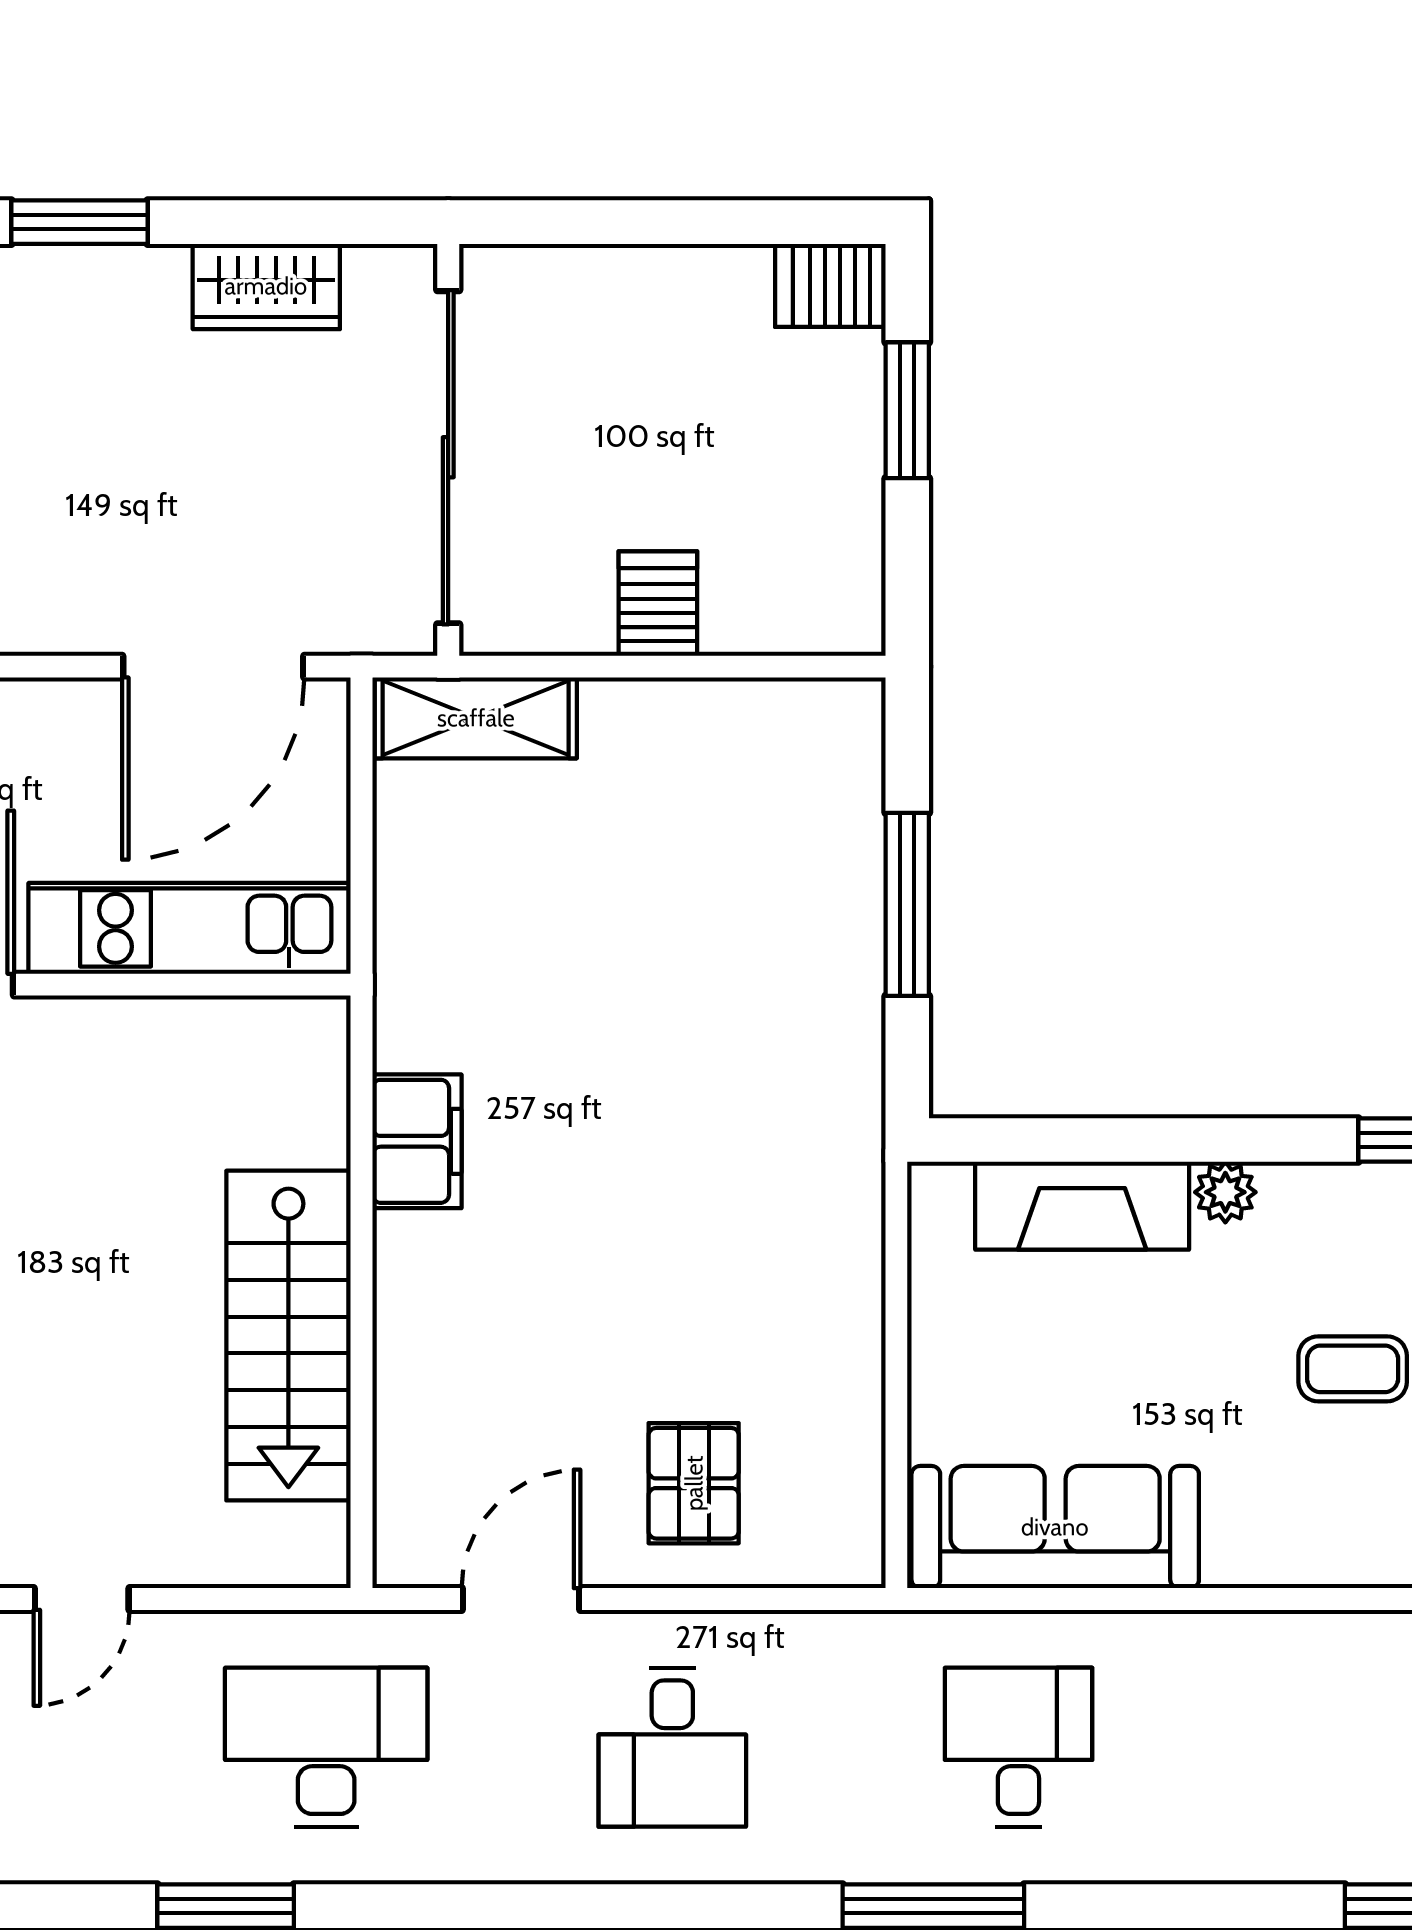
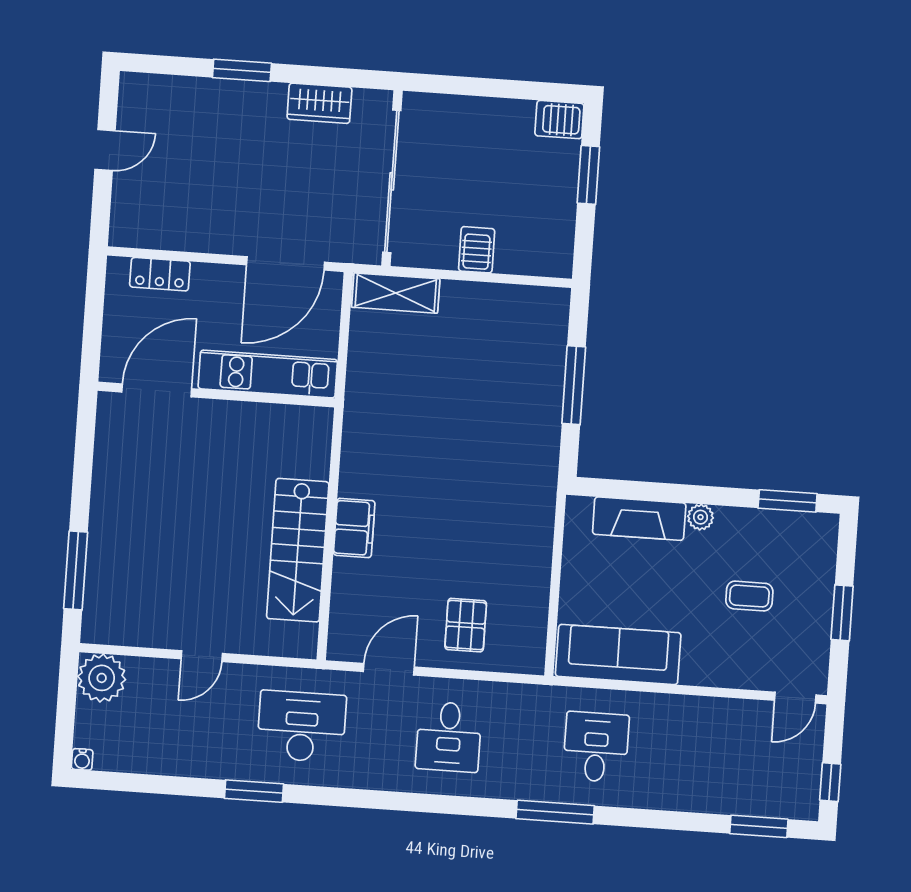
filing cabinet: (417, 1141) -> (354, 528), moved

